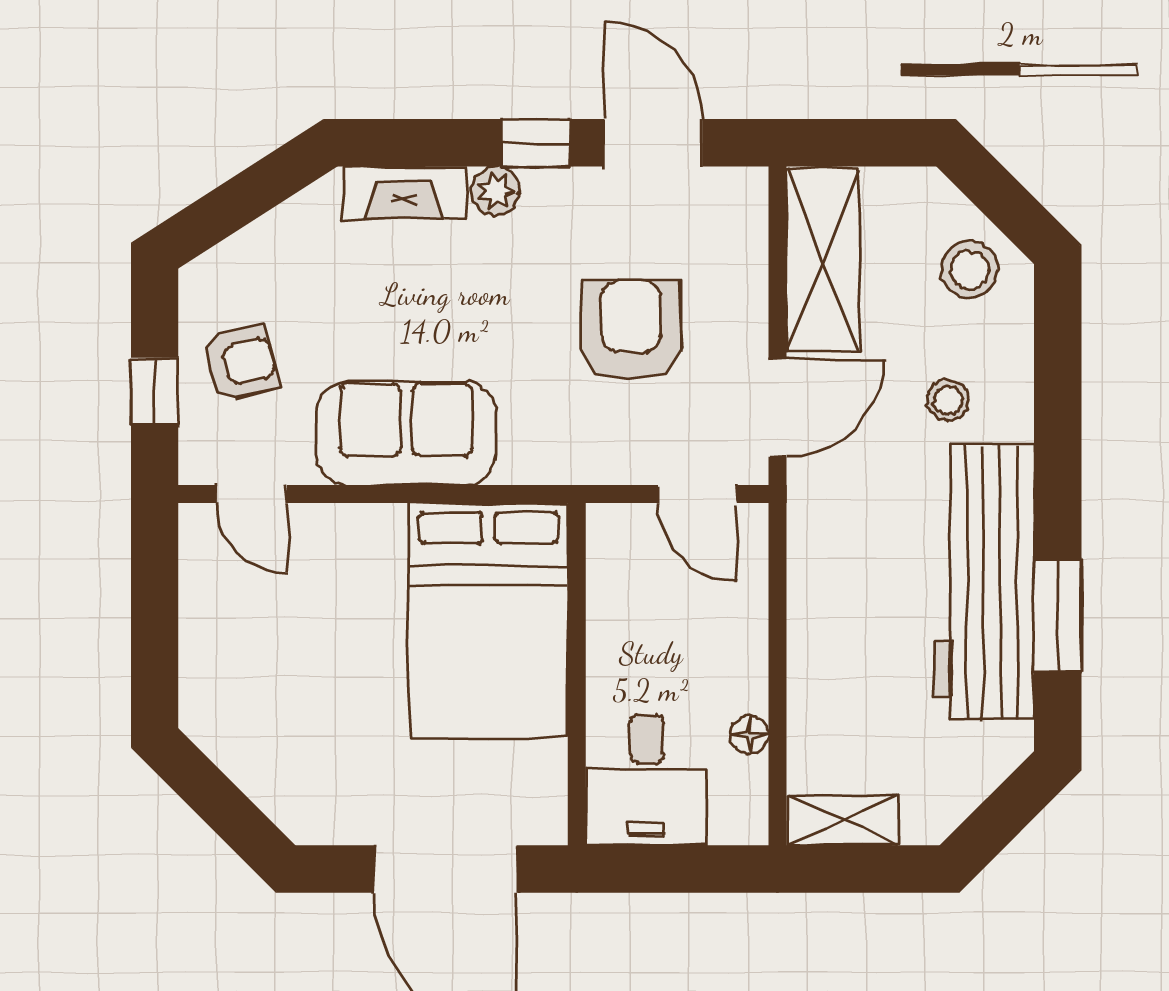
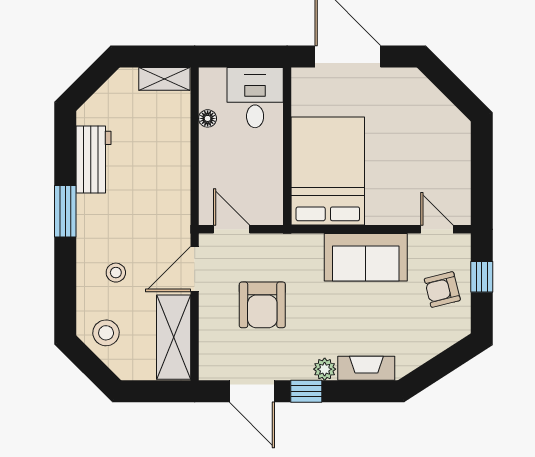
workbench: (984, 582) -> (94, 159), width x0.53, depth x0.76
window: (1058, 616) -> (65, 211), moved

